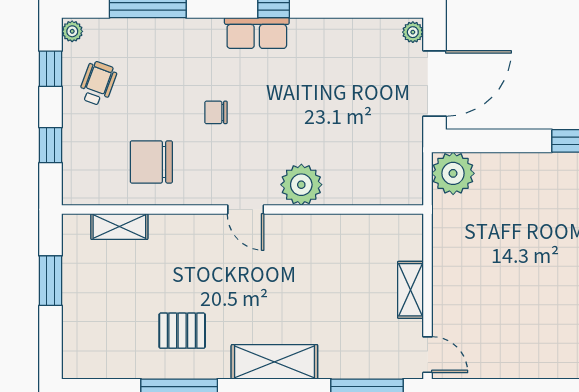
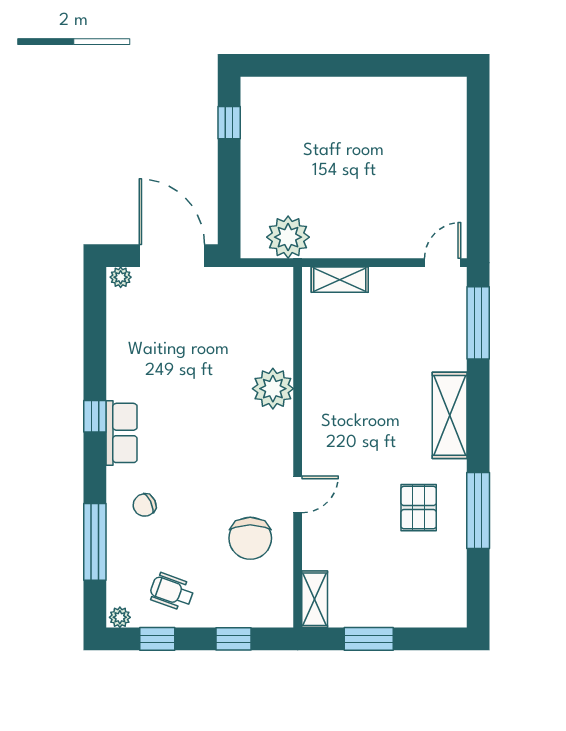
chair: (216, 112) -> (145, 505), moved, turned 64
plant: (453, 173) -> (288, 237), moved
door: (246, 210) -> (298, 494), moved
shelving: (119, 227) -> (315, 599), moved
shelving: (410, 290) -> (340, 280), moved

